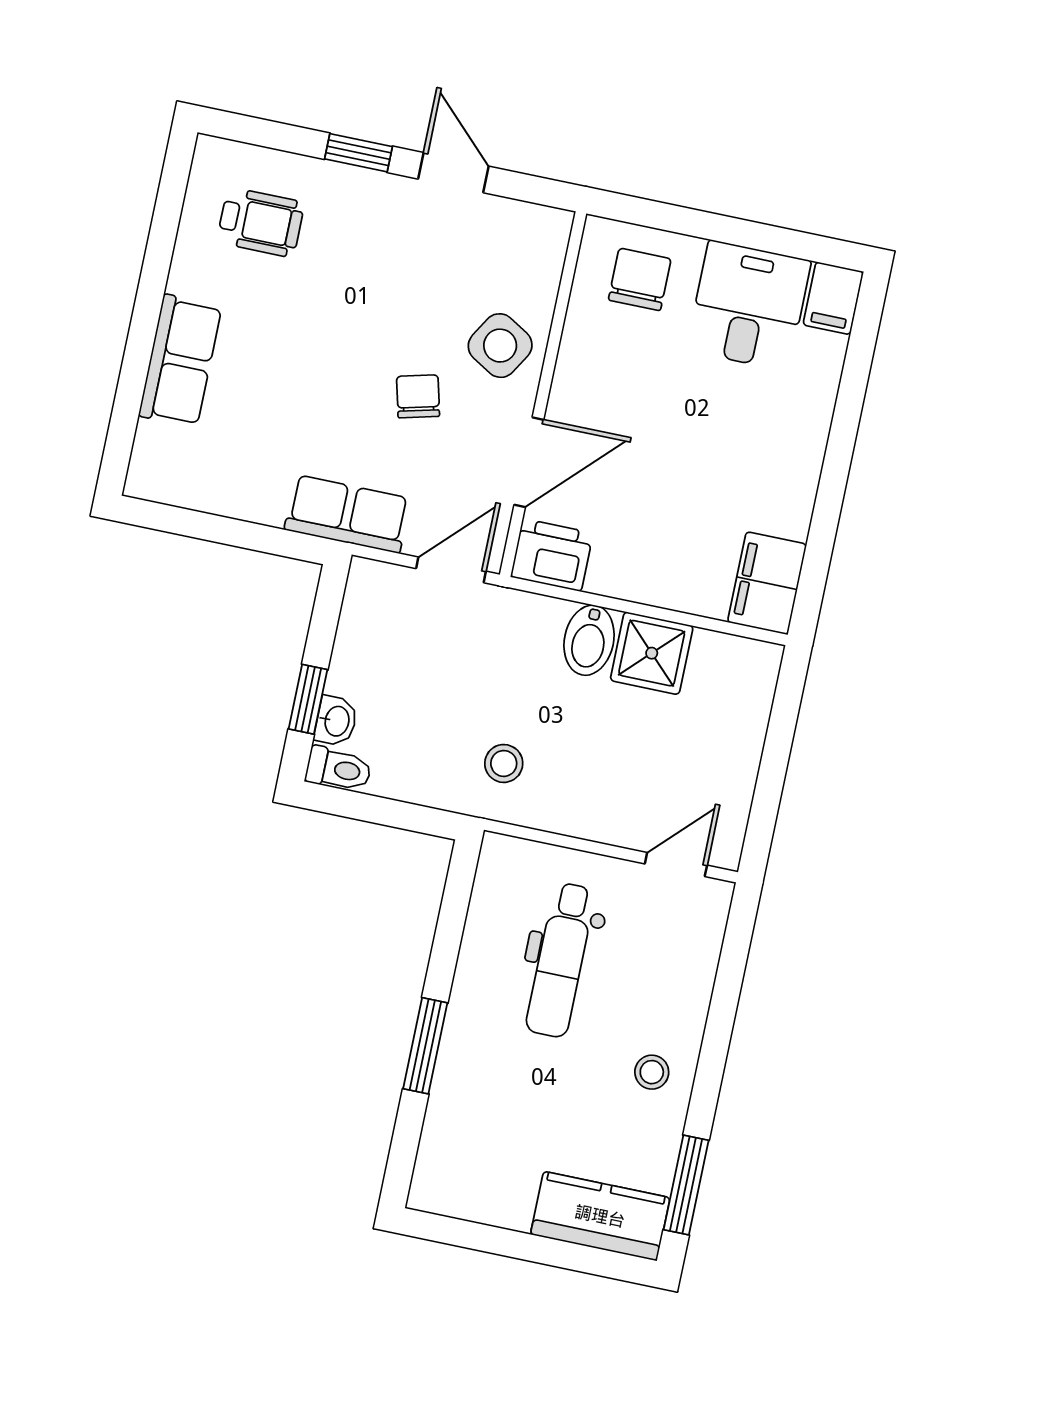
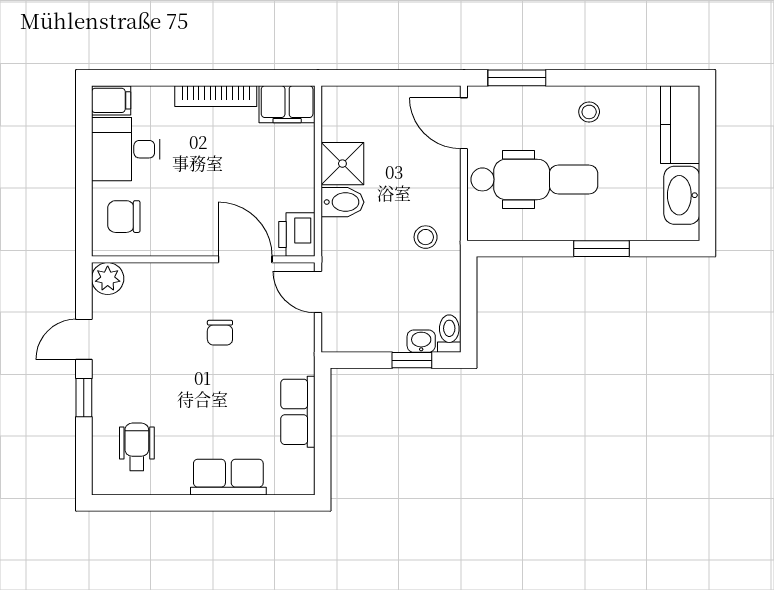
plant: (544, 232) -> (108, 279), added
side table: (500, 346) -> (180, 291), removed
chair: (418, 396) -> (220, 333), turned -76
bookcase: (804, 470) -> (216, 96), added
row of seats: (347, 514) -> (298, 412), moved
door: (676, 865) -> (464, 123), width x1.38
dental chair: (561, 960) -> (534, 179), width x1.36, depth x1.38
window: (686, 1185) -> (517, 78), moved
washbasin: (485, 1195) -> (682, 195), added

